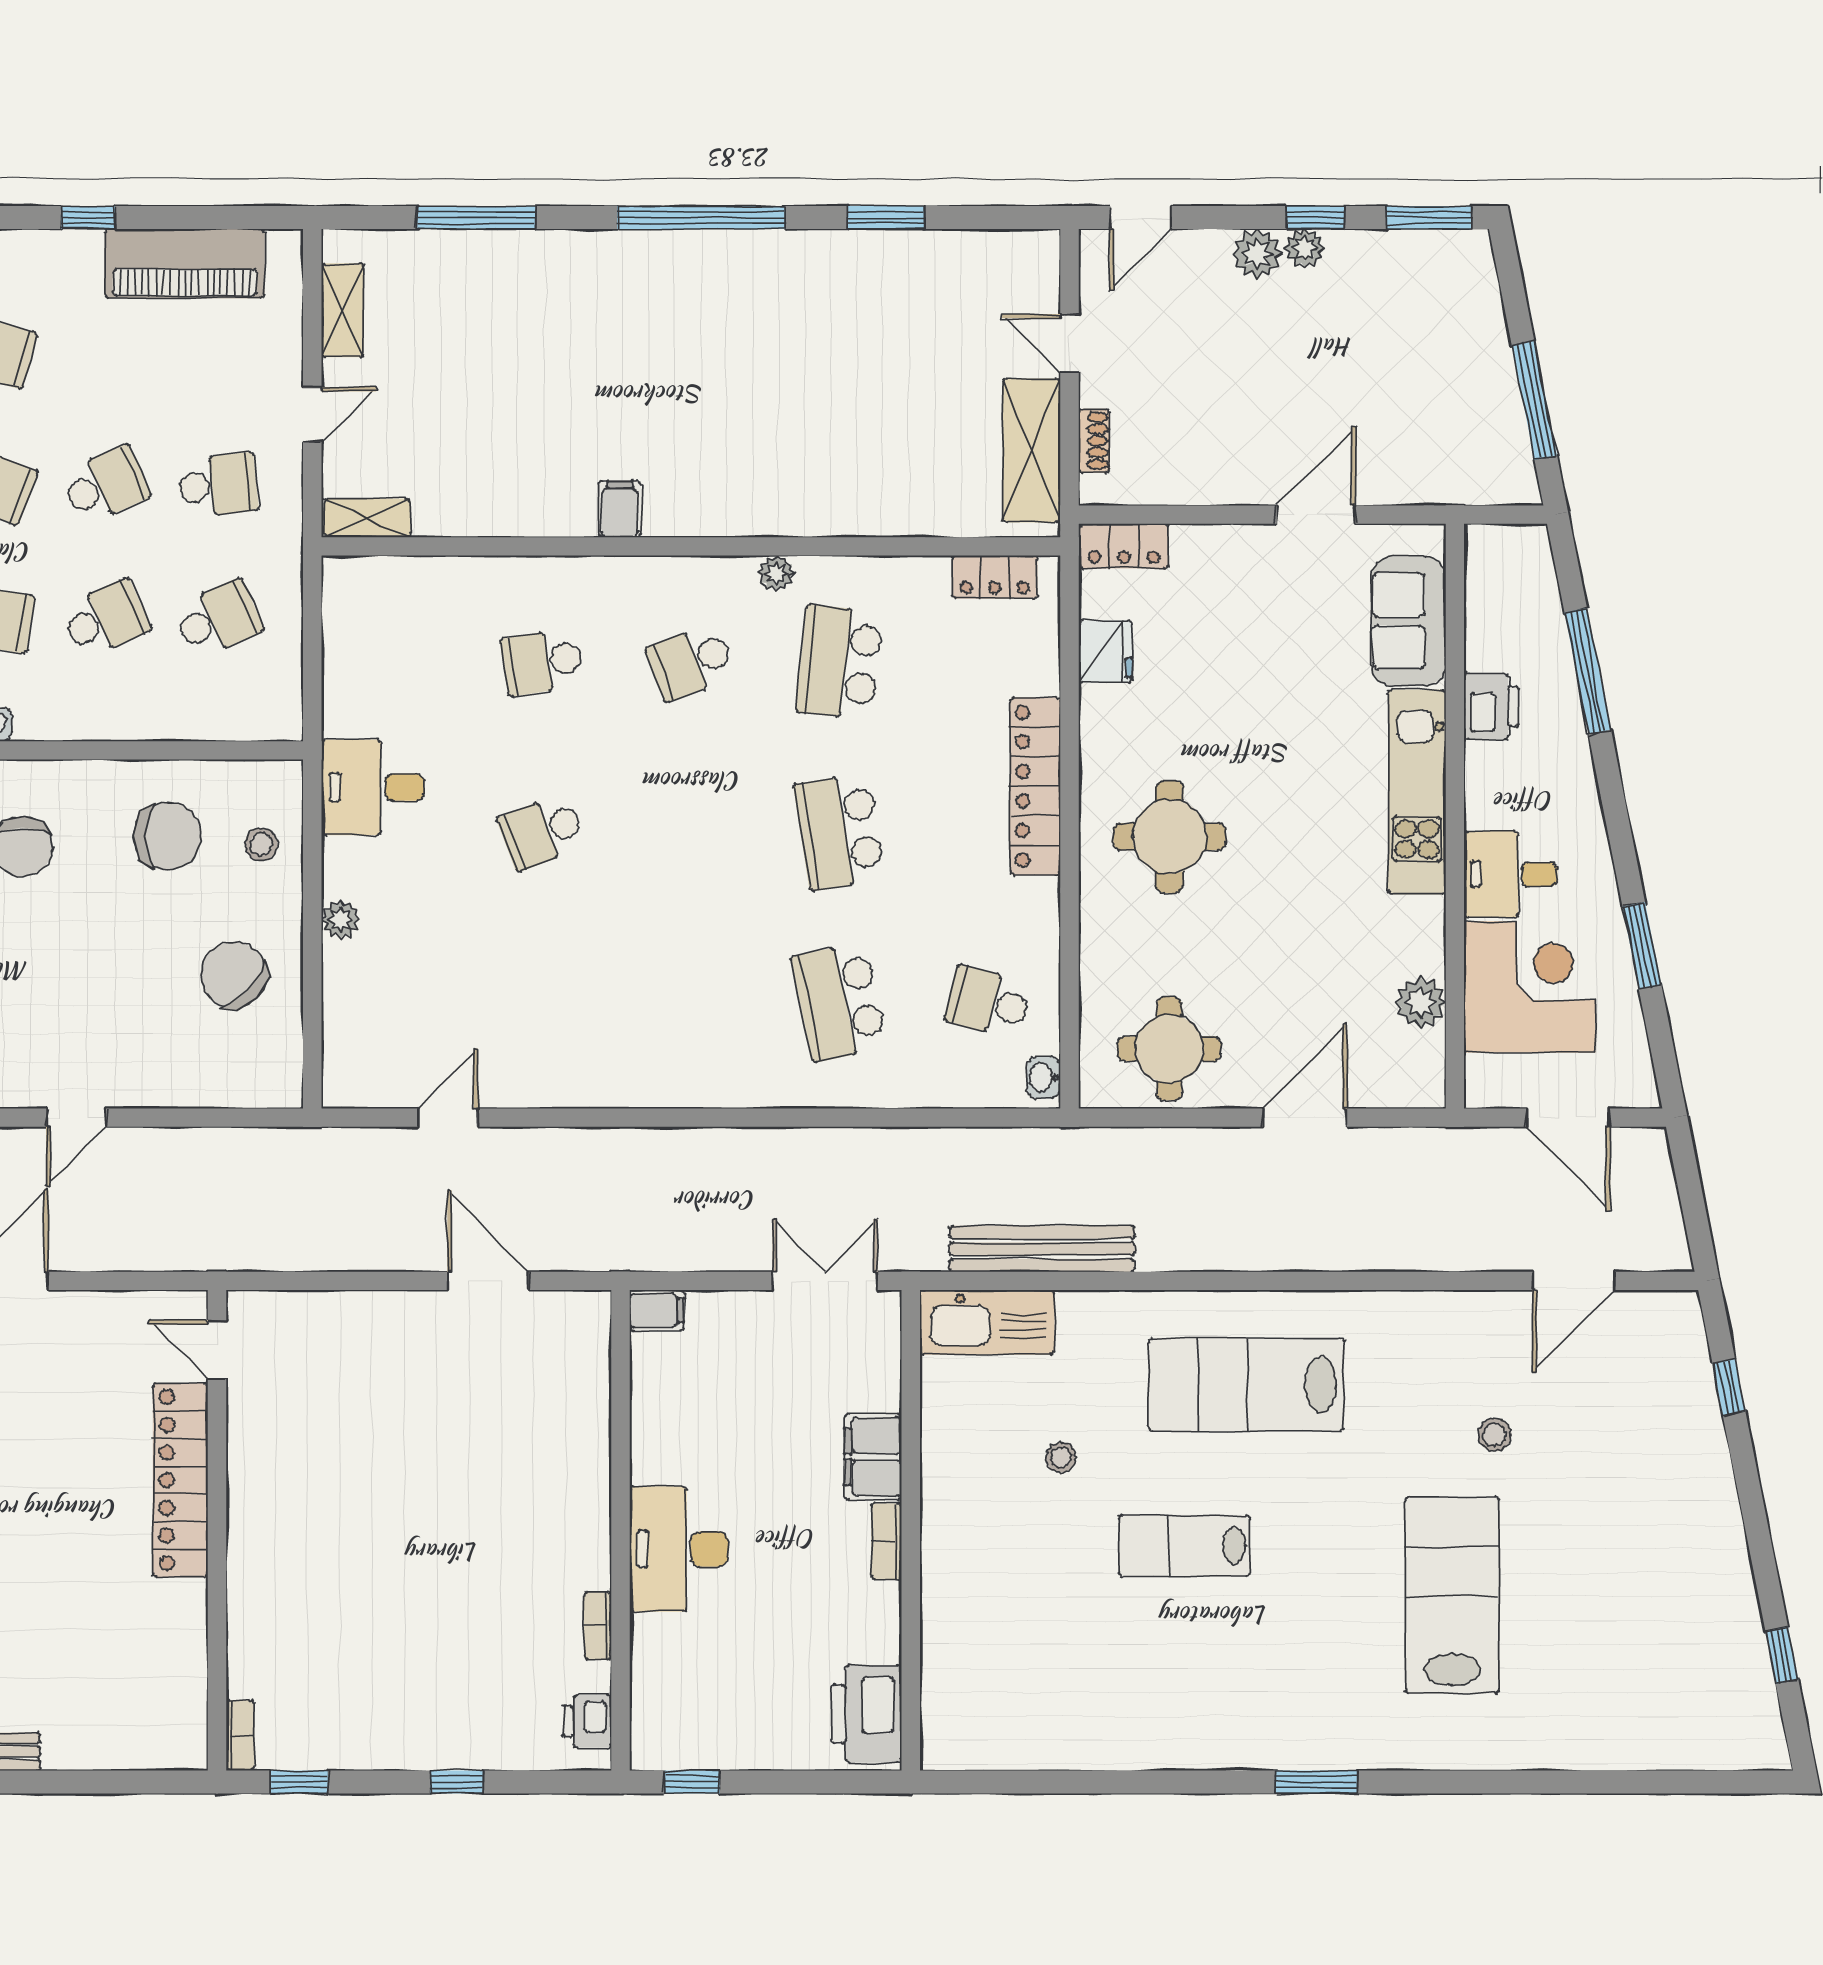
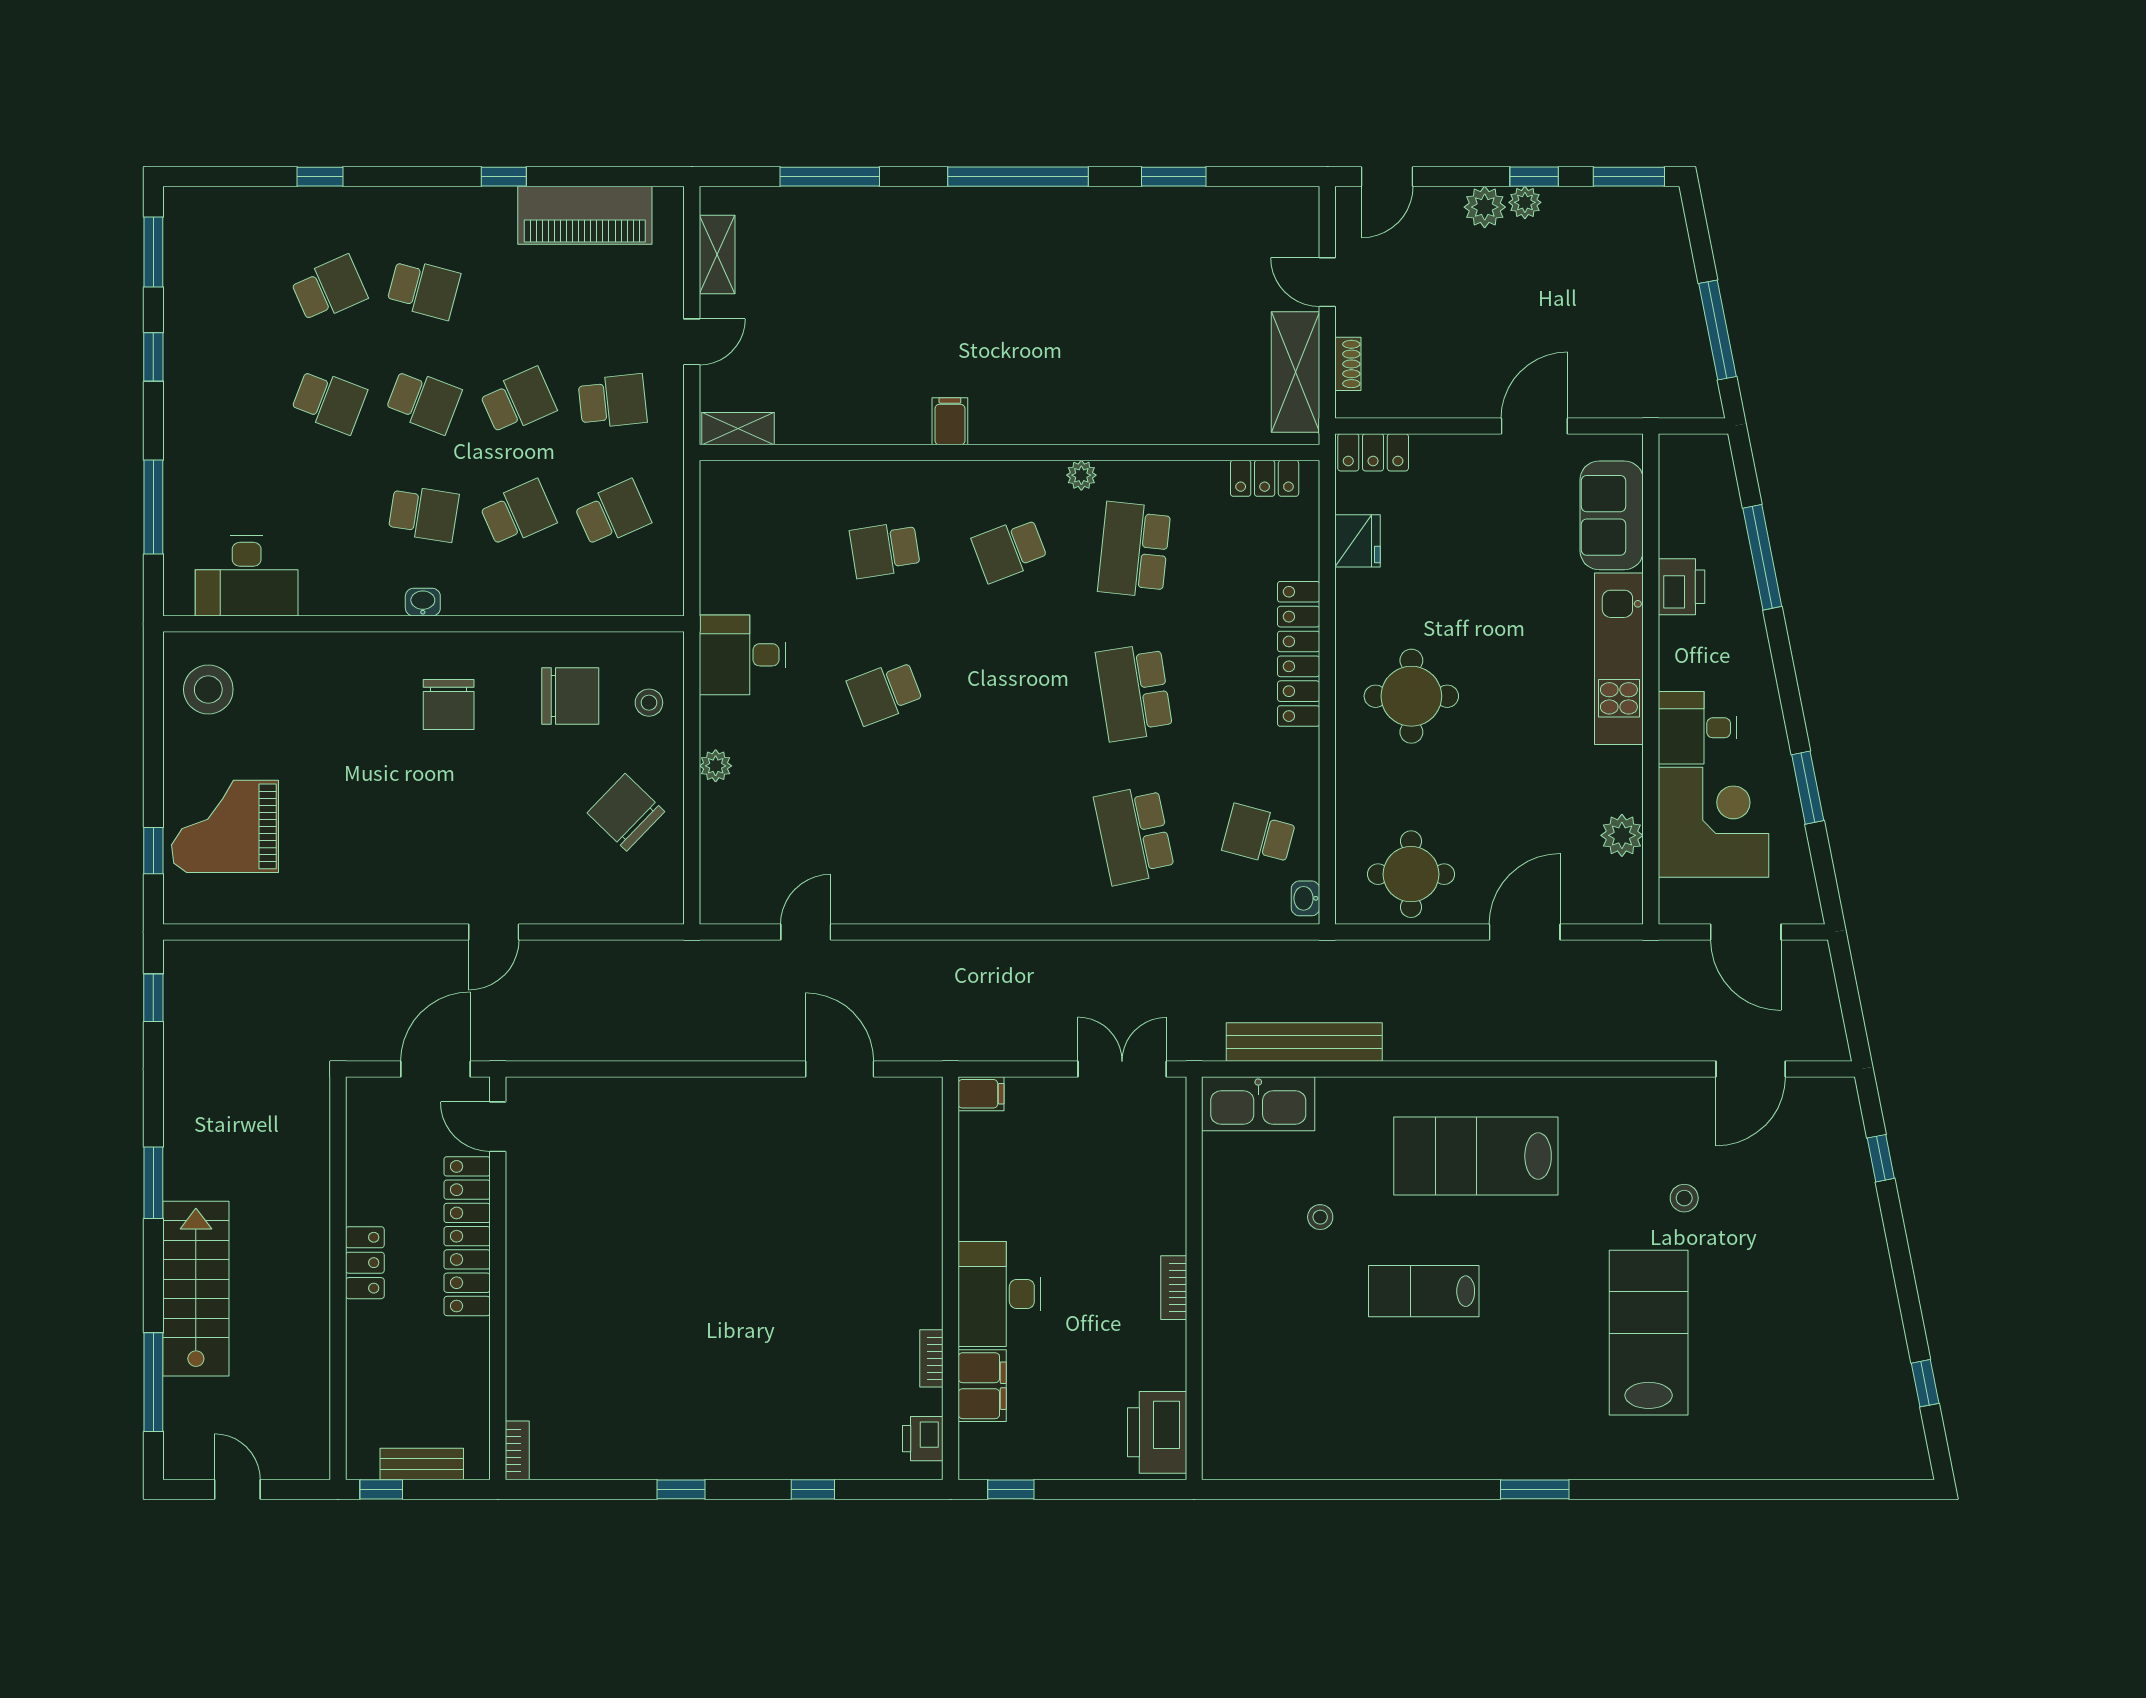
door: (217, 1350) -> (498, 1127), moved
filing cabinet: (873, 1457) -> (982, 1386), moved, turned 180
locker: (180, 1480) -> (467, 1236), moved
wall: (217, 1530) -> (498, 1278), moved
bookcase: (240, 1735) -> (517, 1450), moved

